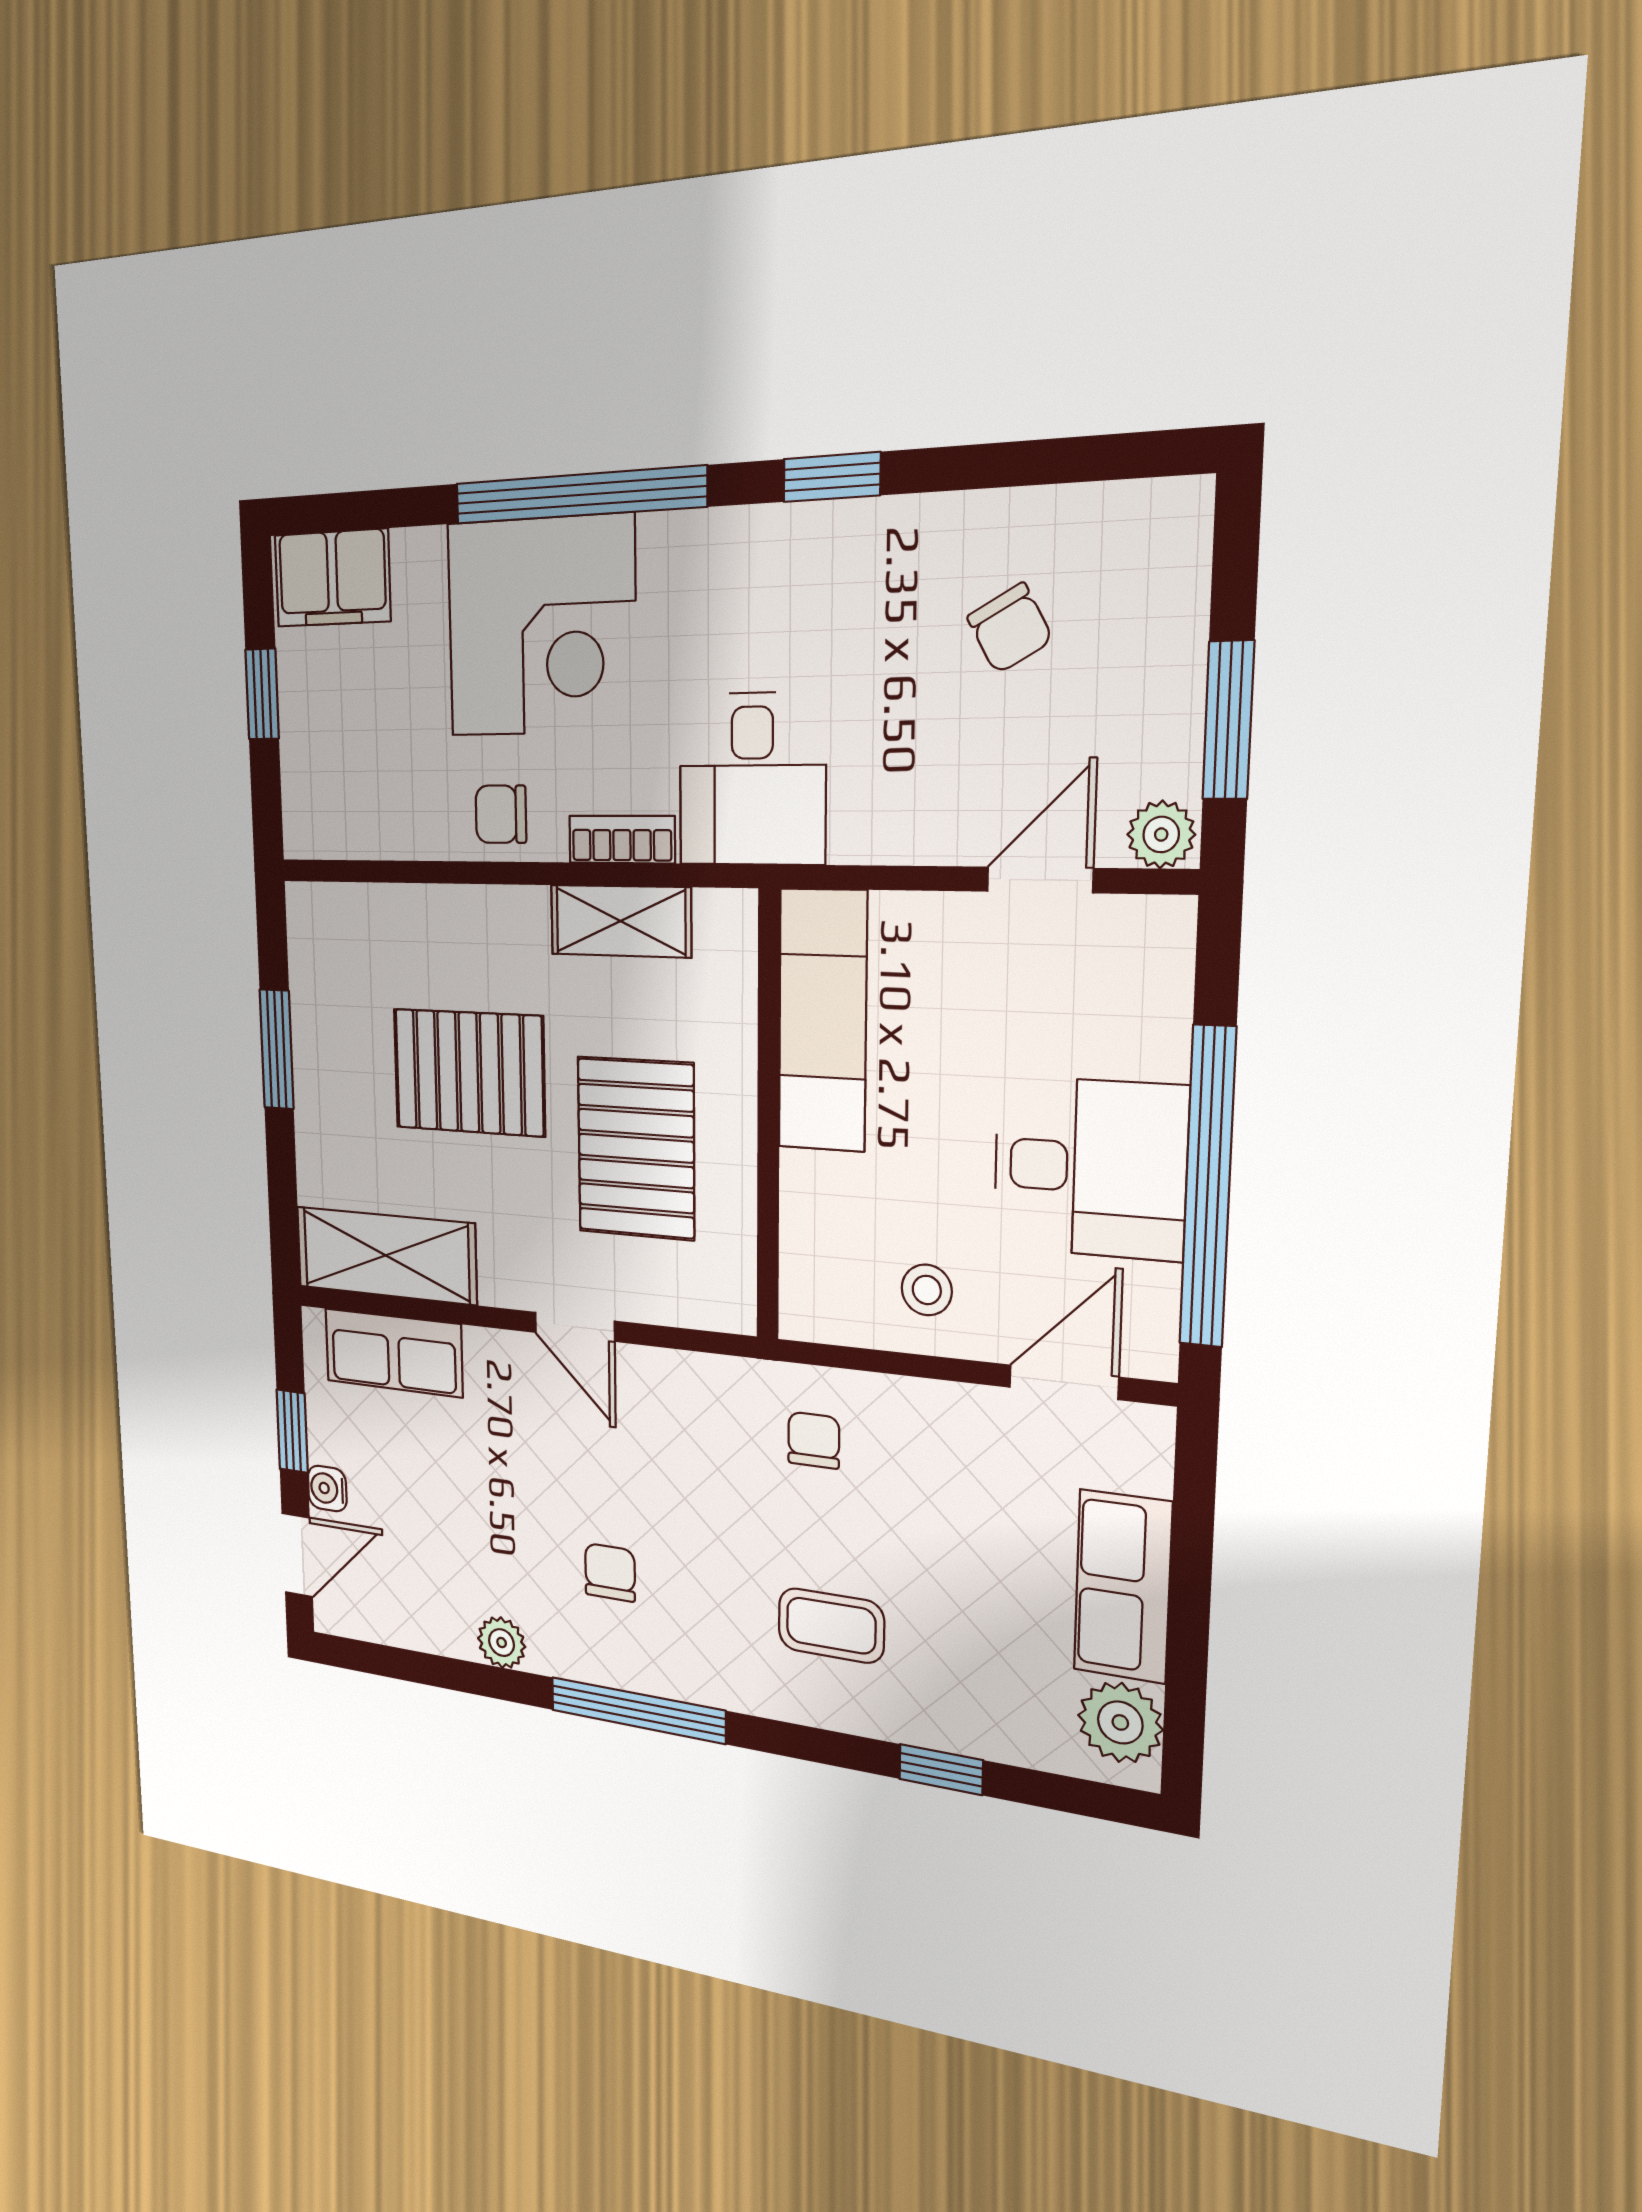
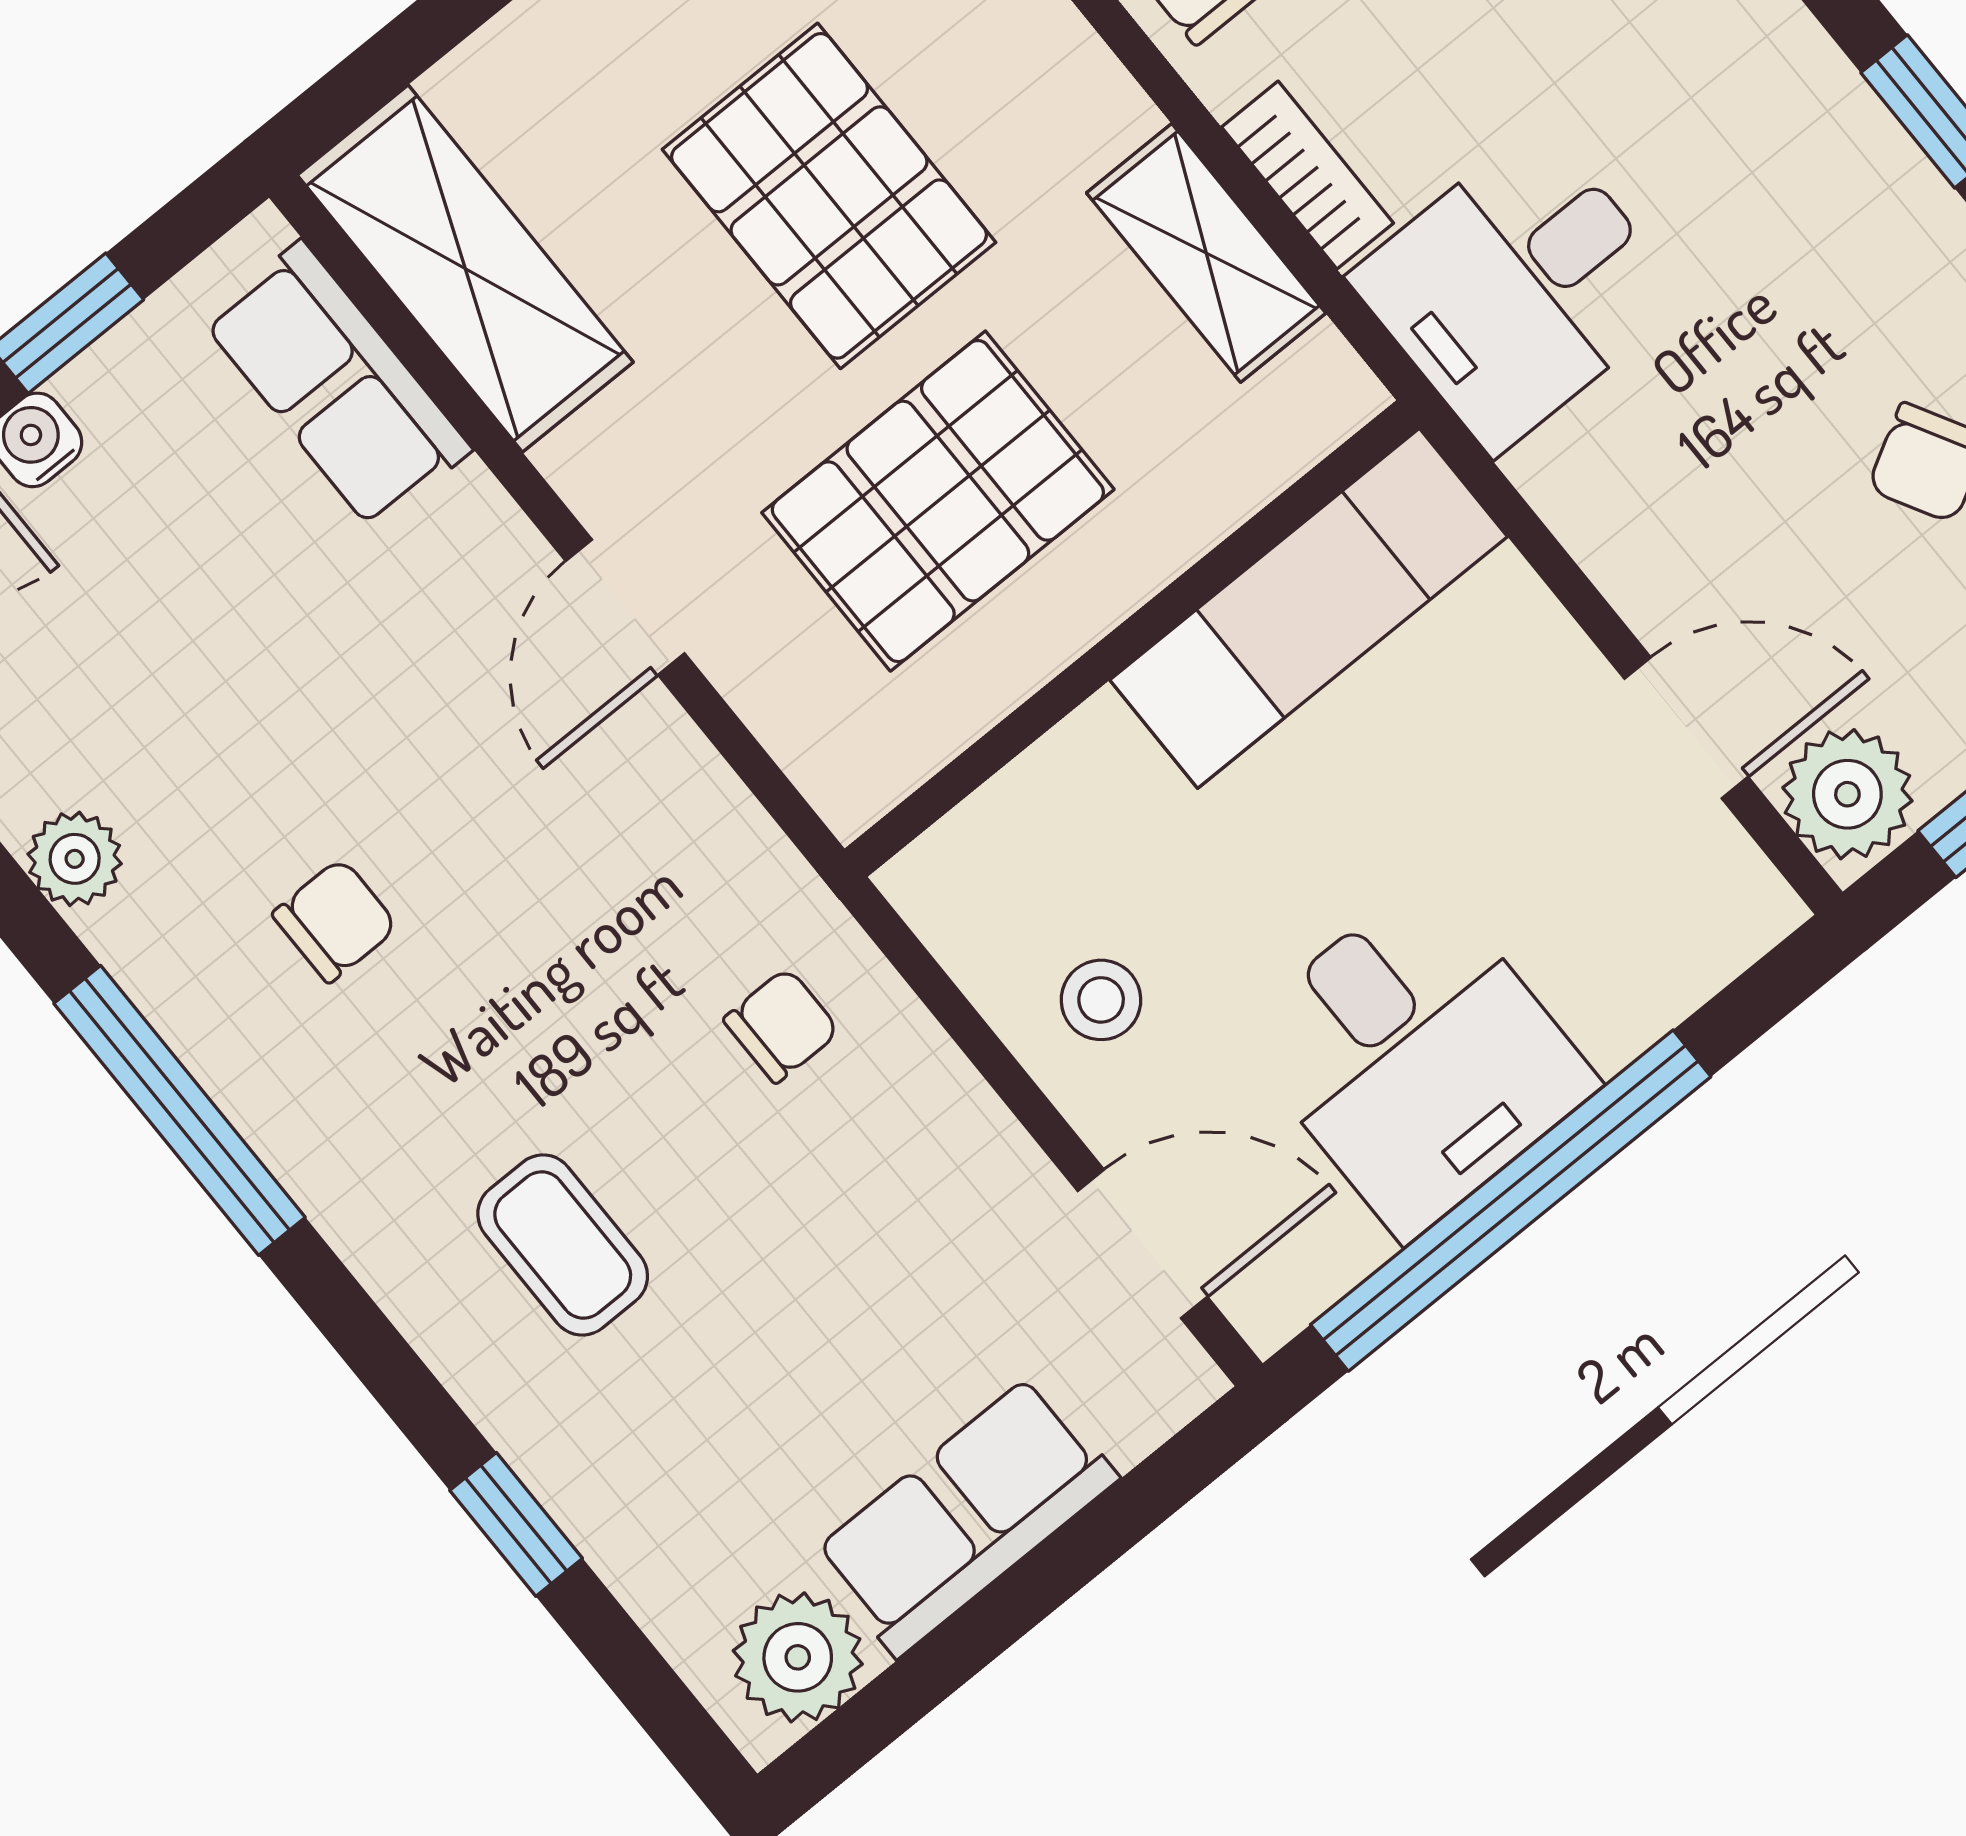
plant: (1161, 834) -> (1847, 794), width x1.38, depth x1.38

